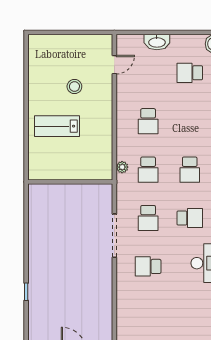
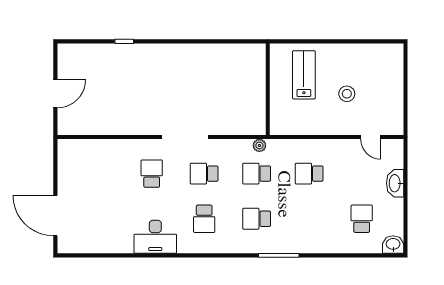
wall: (70, 182) -> (268, 89), moved

